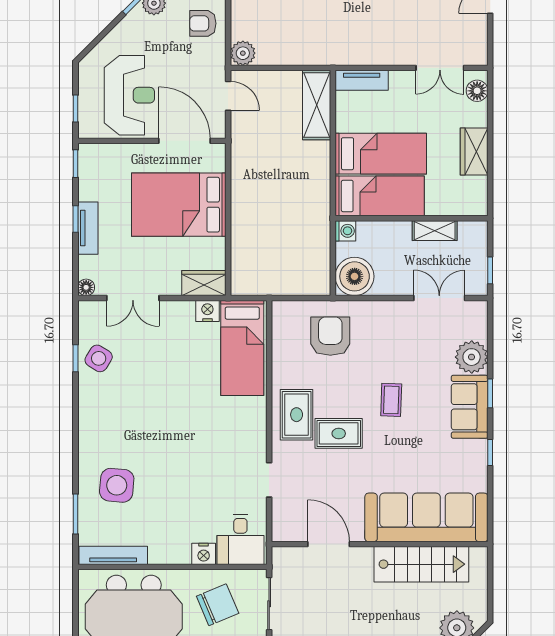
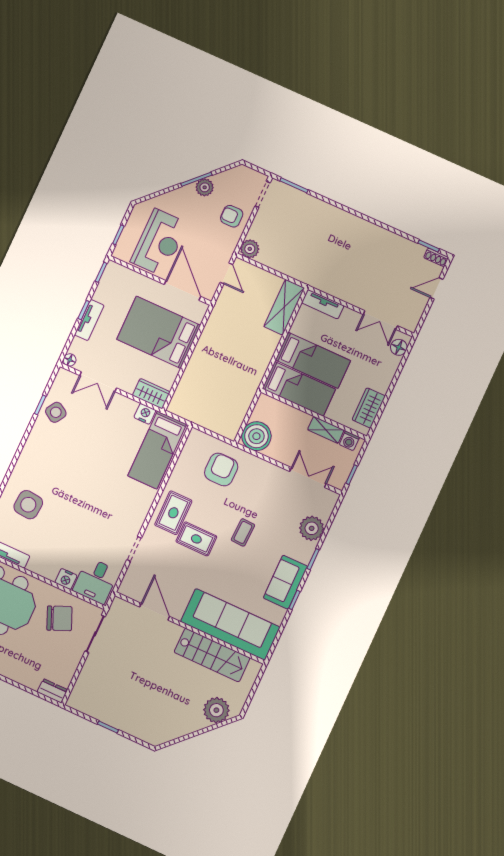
wardrobe: (474, 151) -> (369, 408), moved
washing machine: (345, 231) -> (349, 441), moved, turned 90
sofa: (470, 407) -> (286, 582), moved

